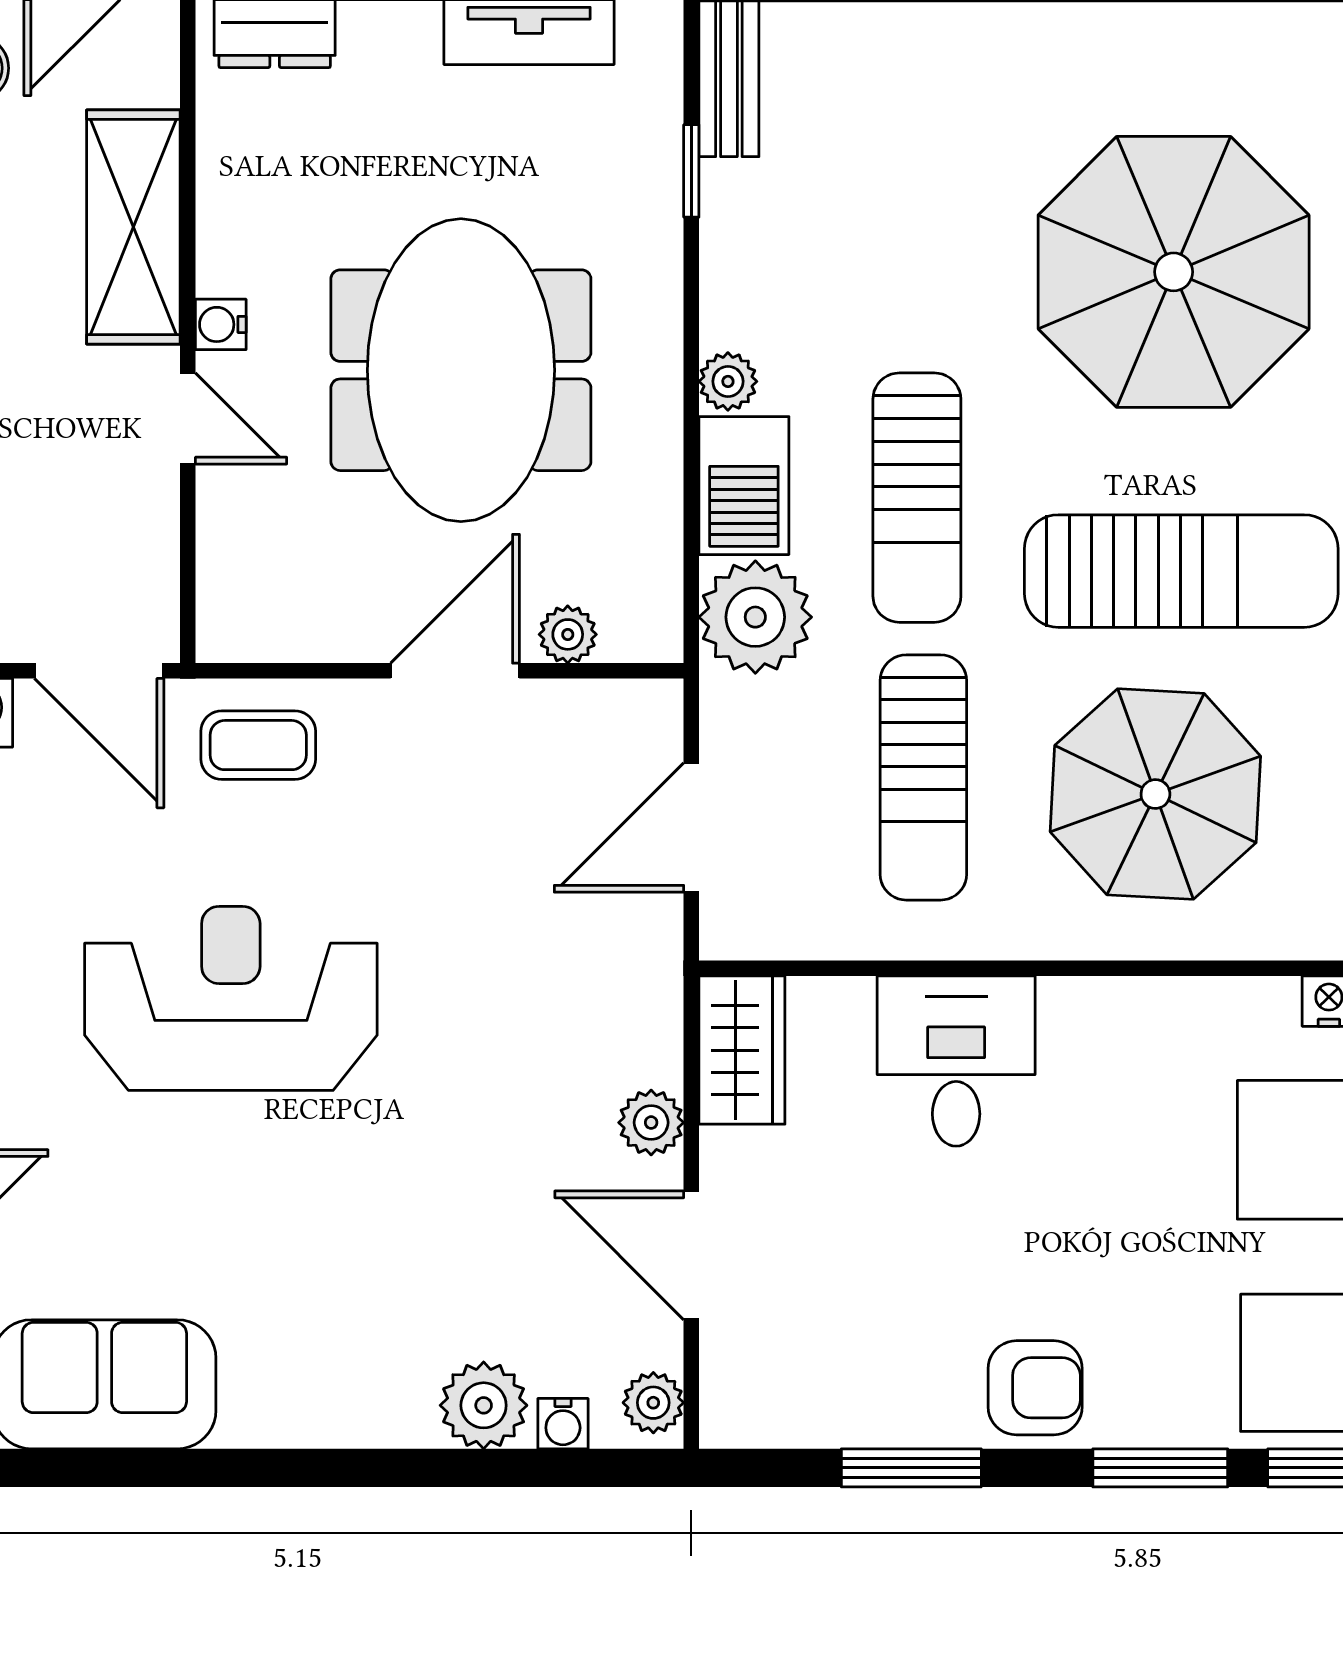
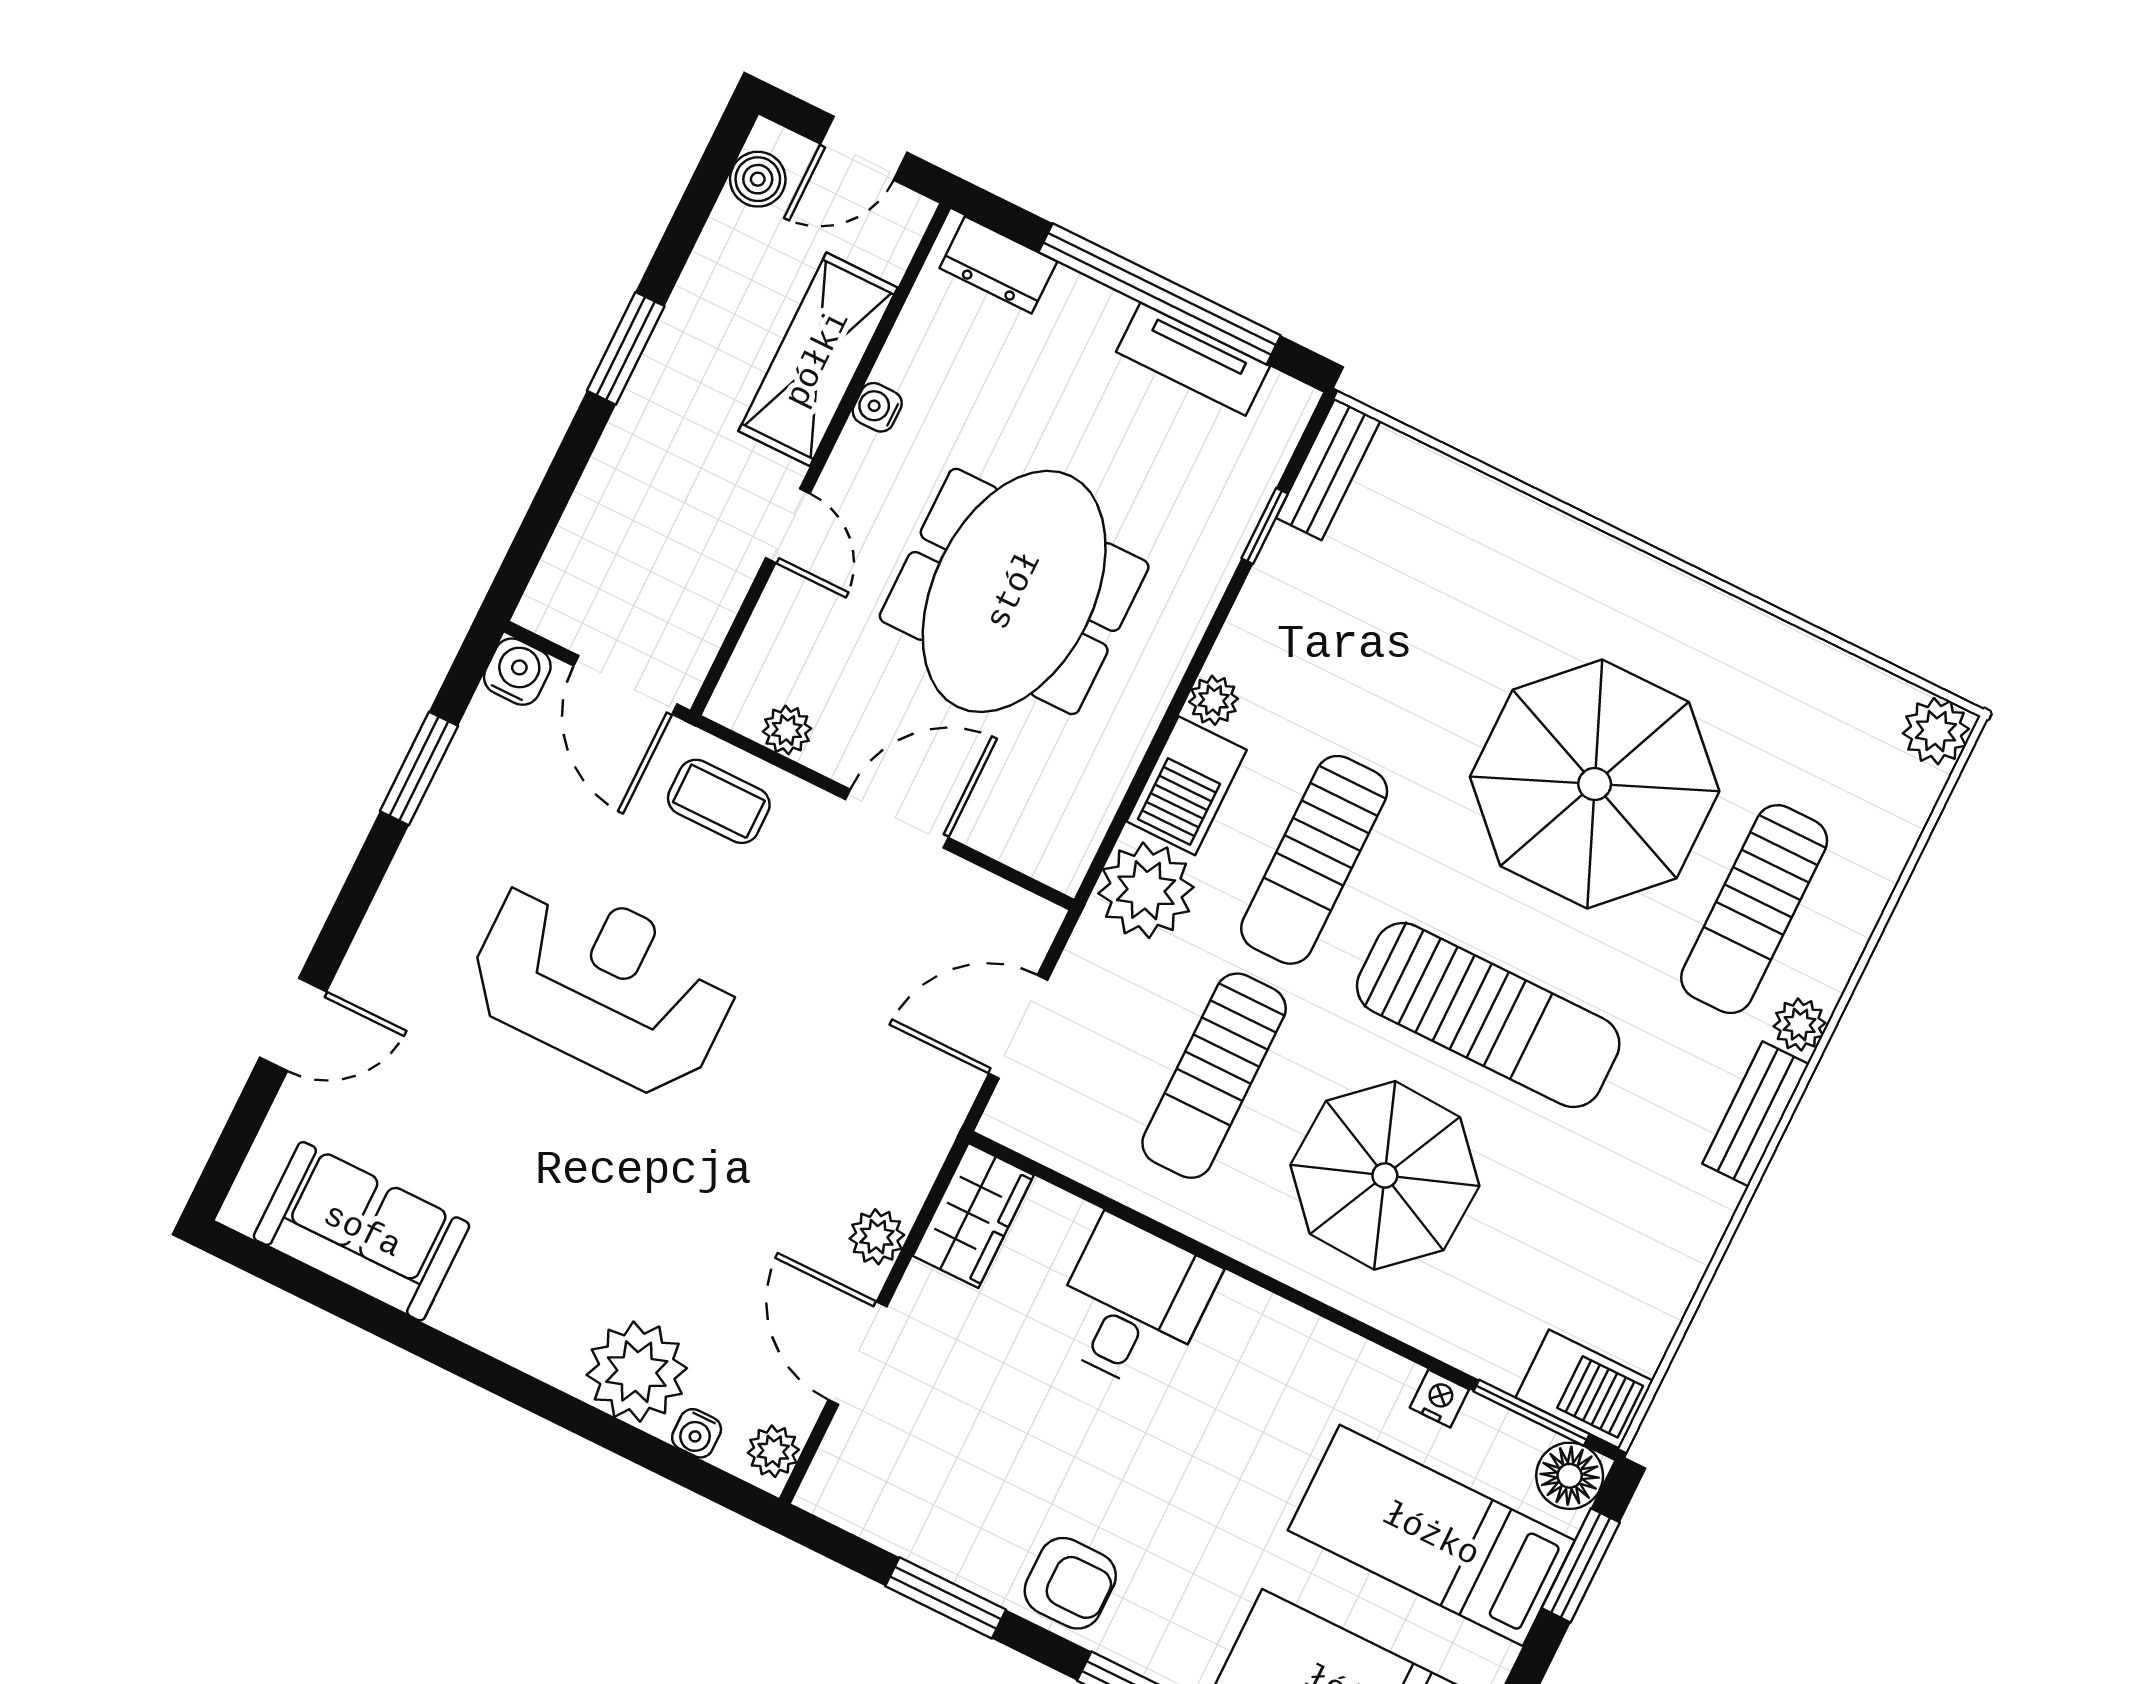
water cooler: (221, 324) -> (877, 407), moved
plant: (568, 634) -> (787, 730), moved
plant: (484, 1405) -> (637, 1372), width x1.36, depth x1.36

